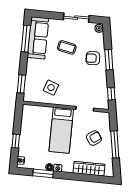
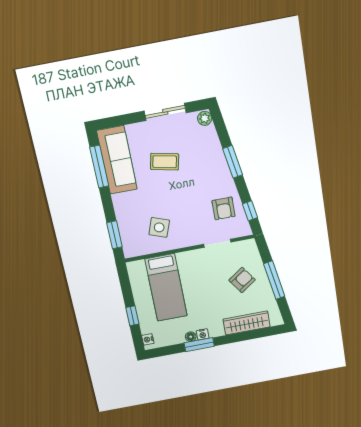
armchair: (93, 58) -> (224, 208), moved, turned -86
bed: (61, 130) -> (166, 288), moved
window: (43, 173) -> (199, 345), moved

